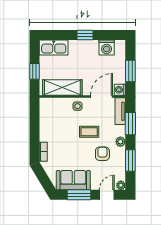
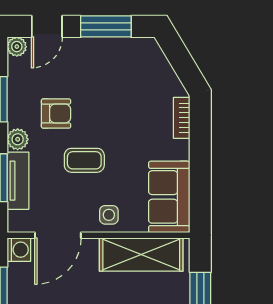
tv unit: (120, 111) -> (18, 181), moved
armchair: (102, 154) -> (56, 113), turned -90
sofa: (73, 180) -> (169, 197), moved, turned 90

